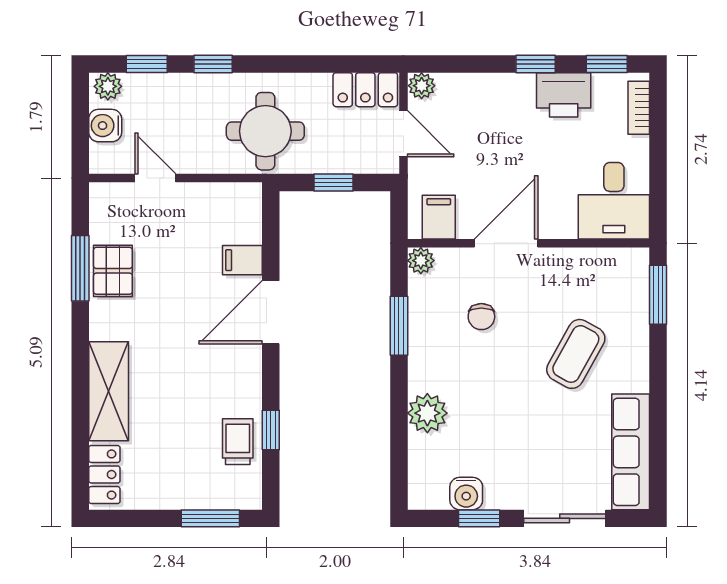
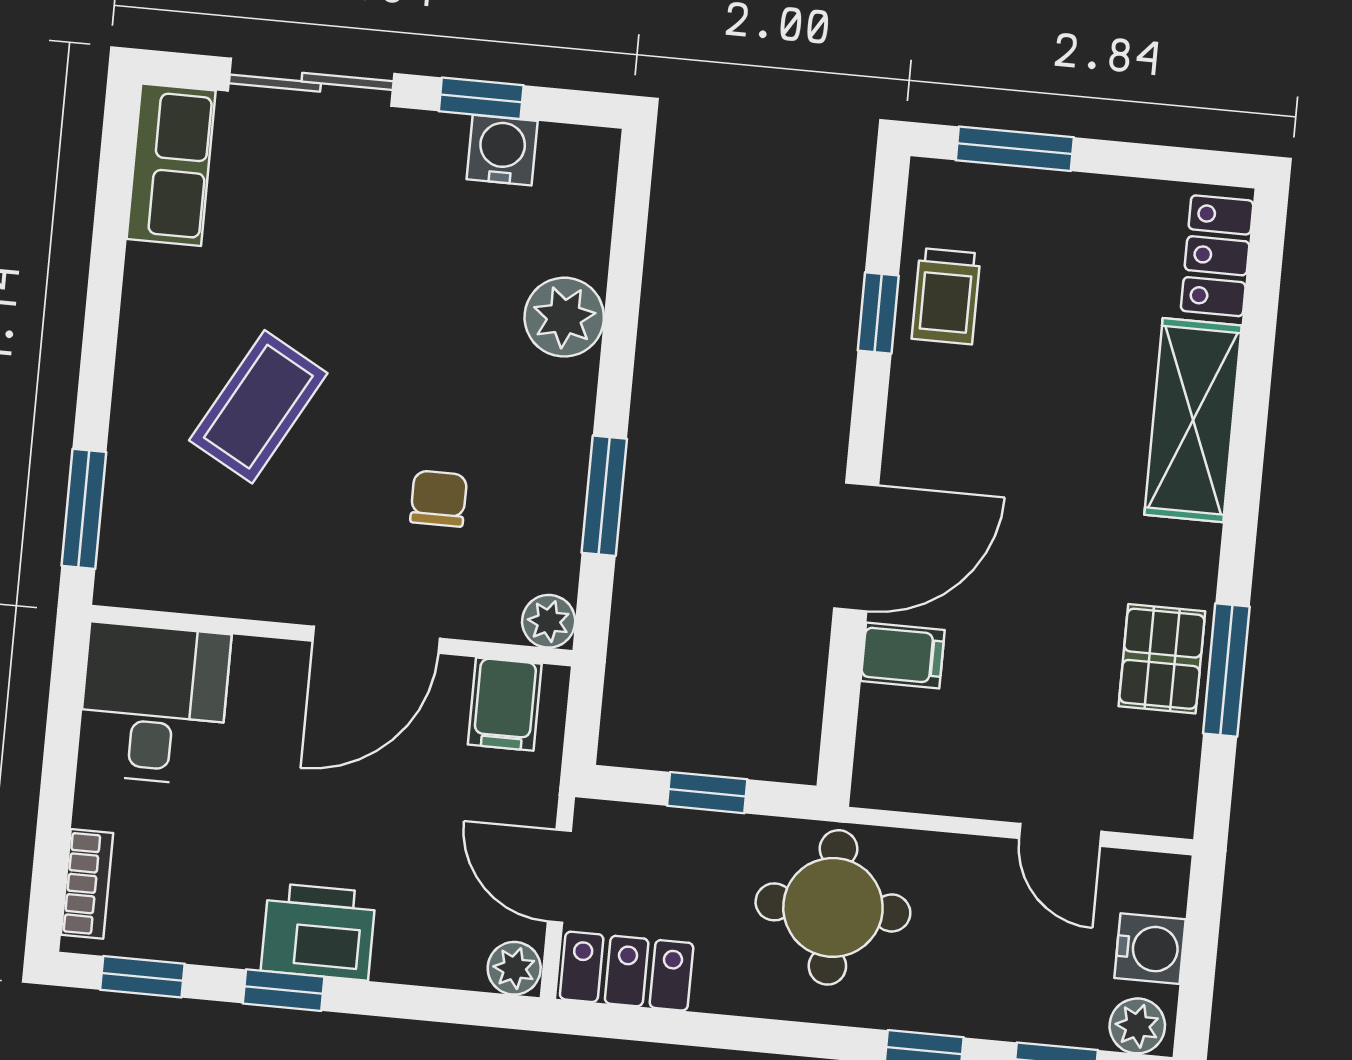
printer: (564, 95) -> (318, 932), moved
row of seats: (631, 452) -> (171, 165), width x0.68

